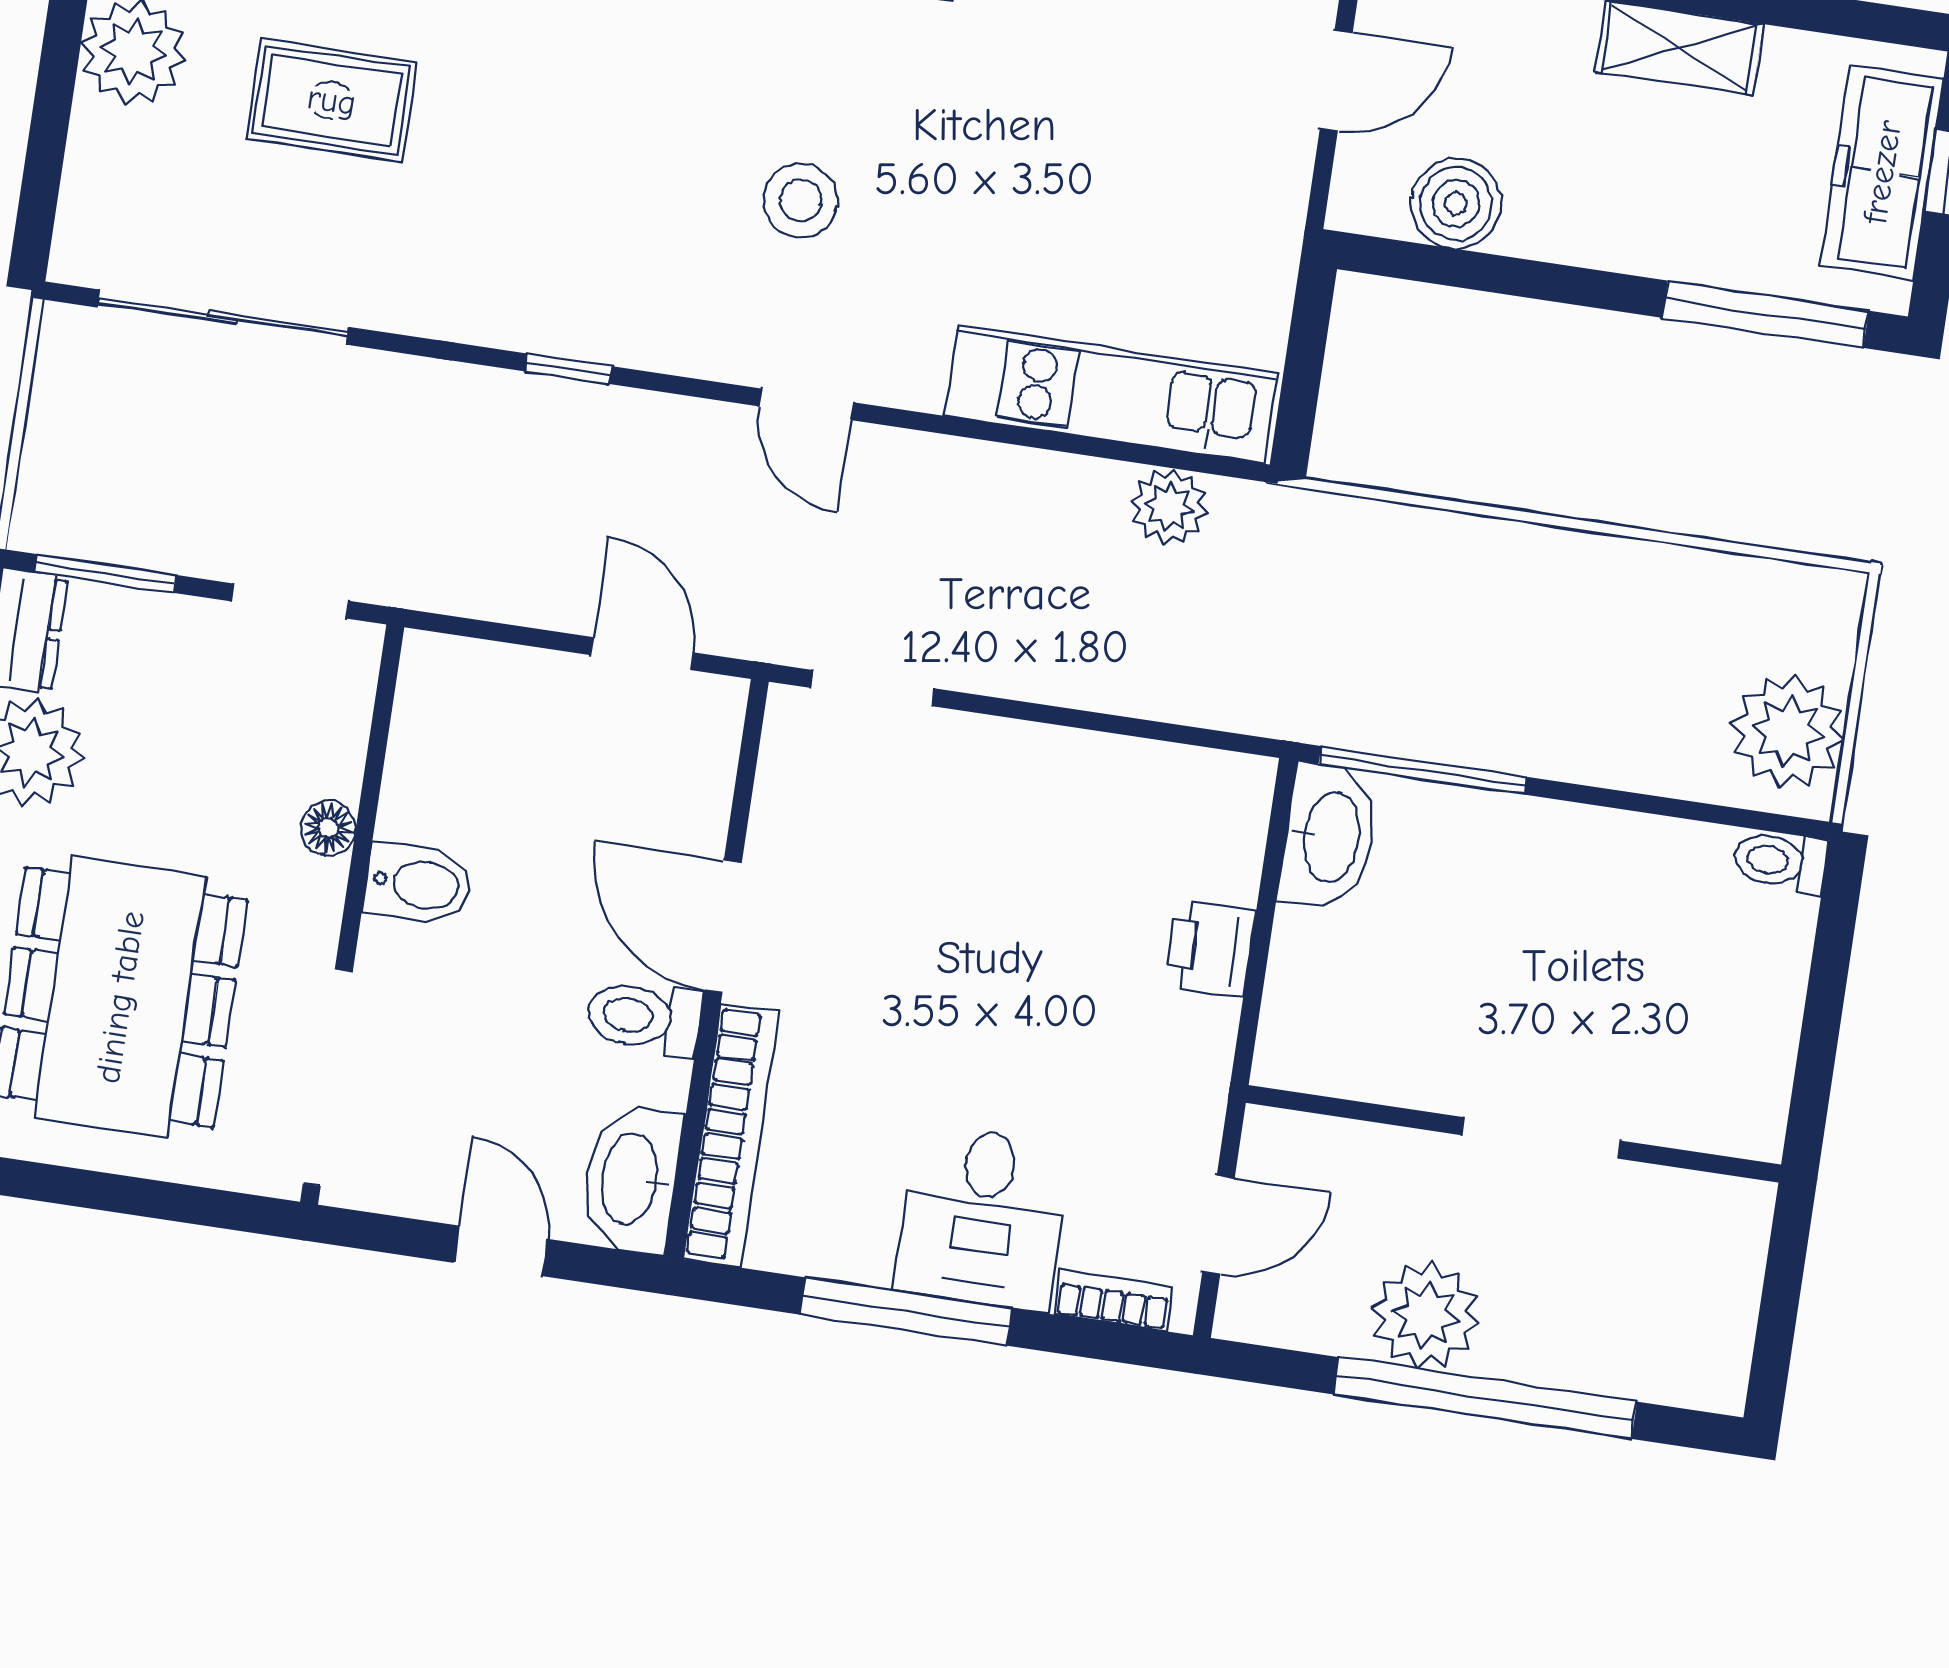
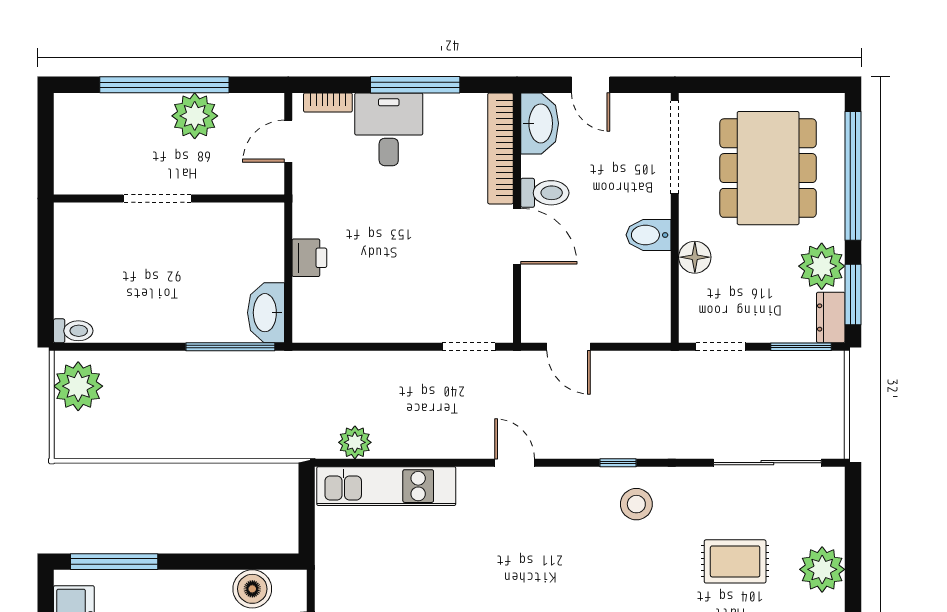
stool: (801, 200) -> (636, 504), moved
floor lamp: (328, 828) -> (695, 257), width x1.37, depth x1.37

